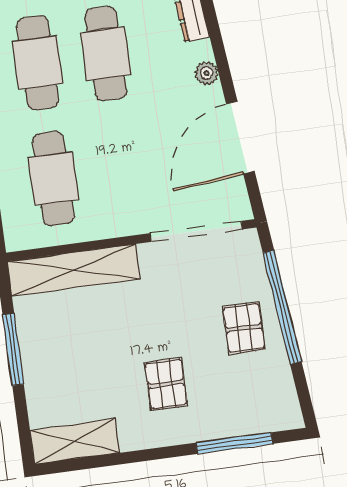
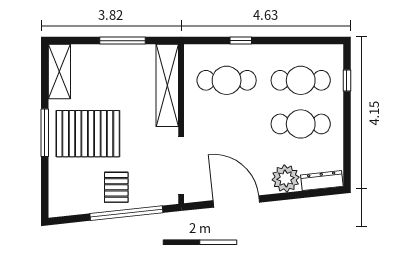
plant: (207, 73) -> (286, 178), width x1.87, depth x1.87
pallet: (244, 328) -> (116, 187), turned 90
pallet: (166, 384) -> (88, 134), width x2.05, depth x2.00
window: (234, 443) -> (45, 133), moved

